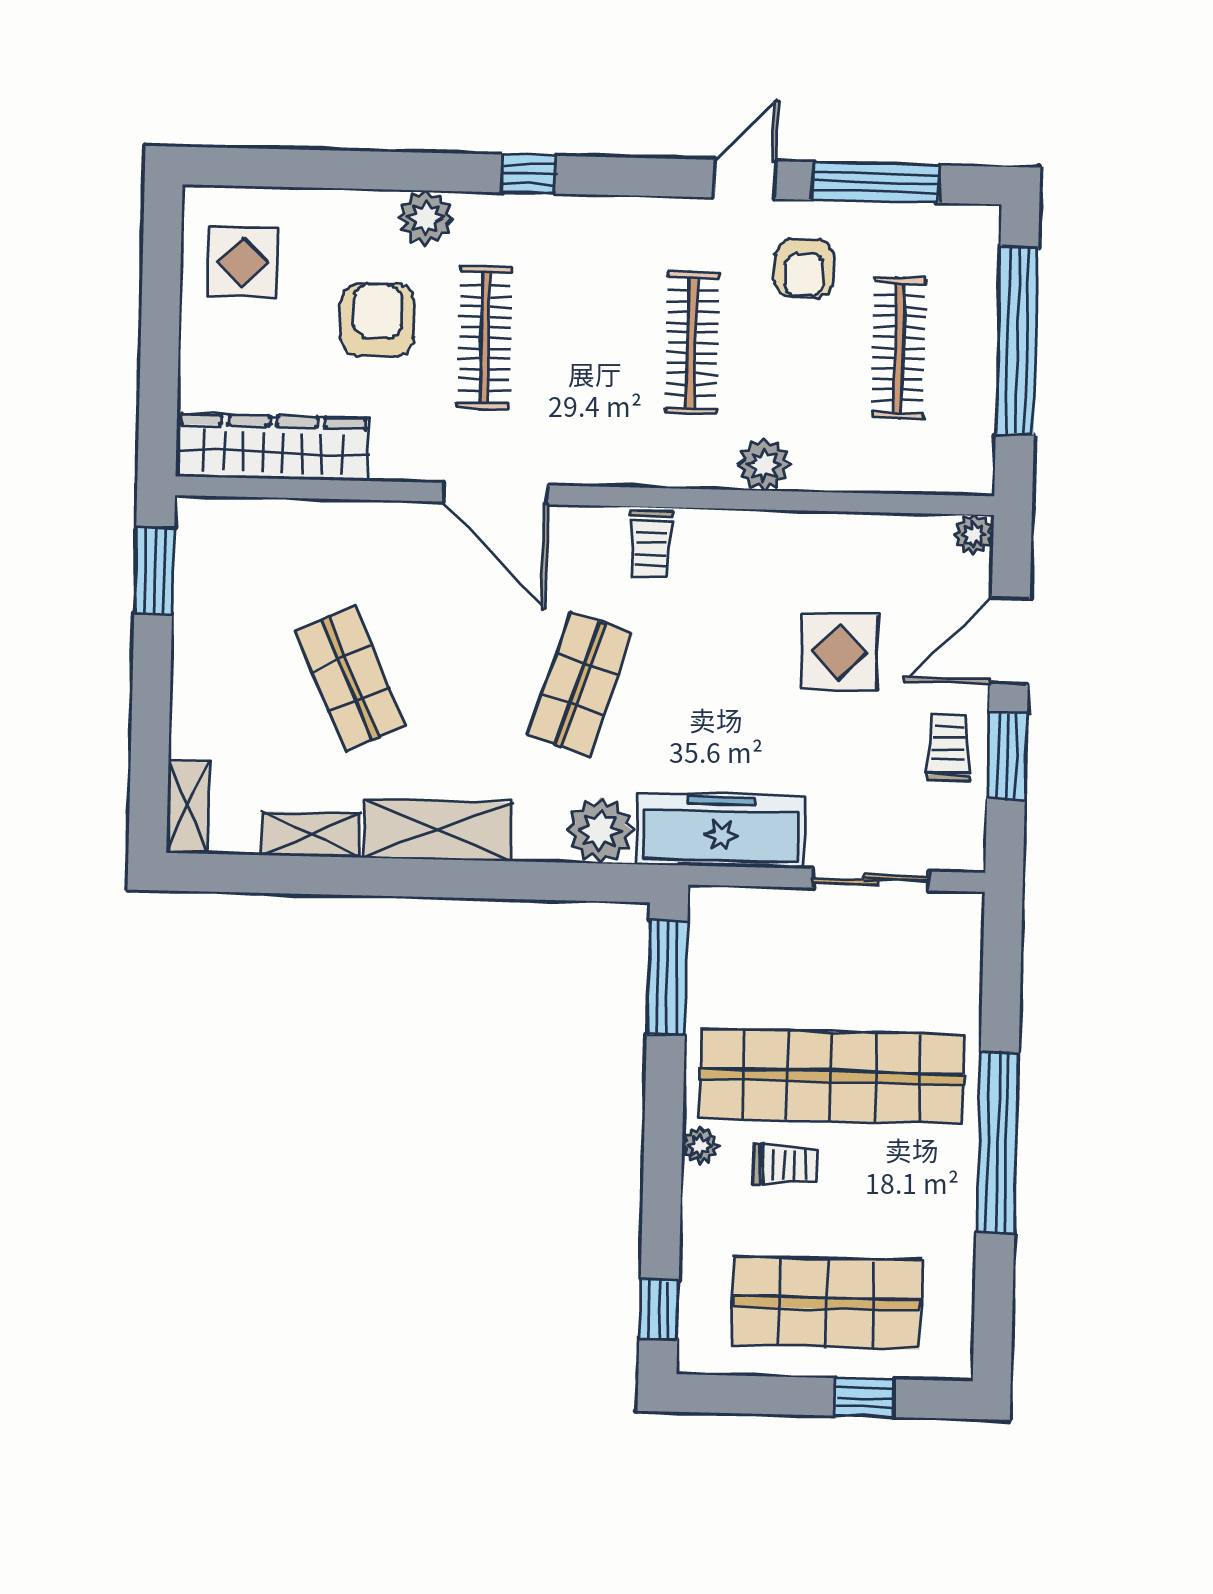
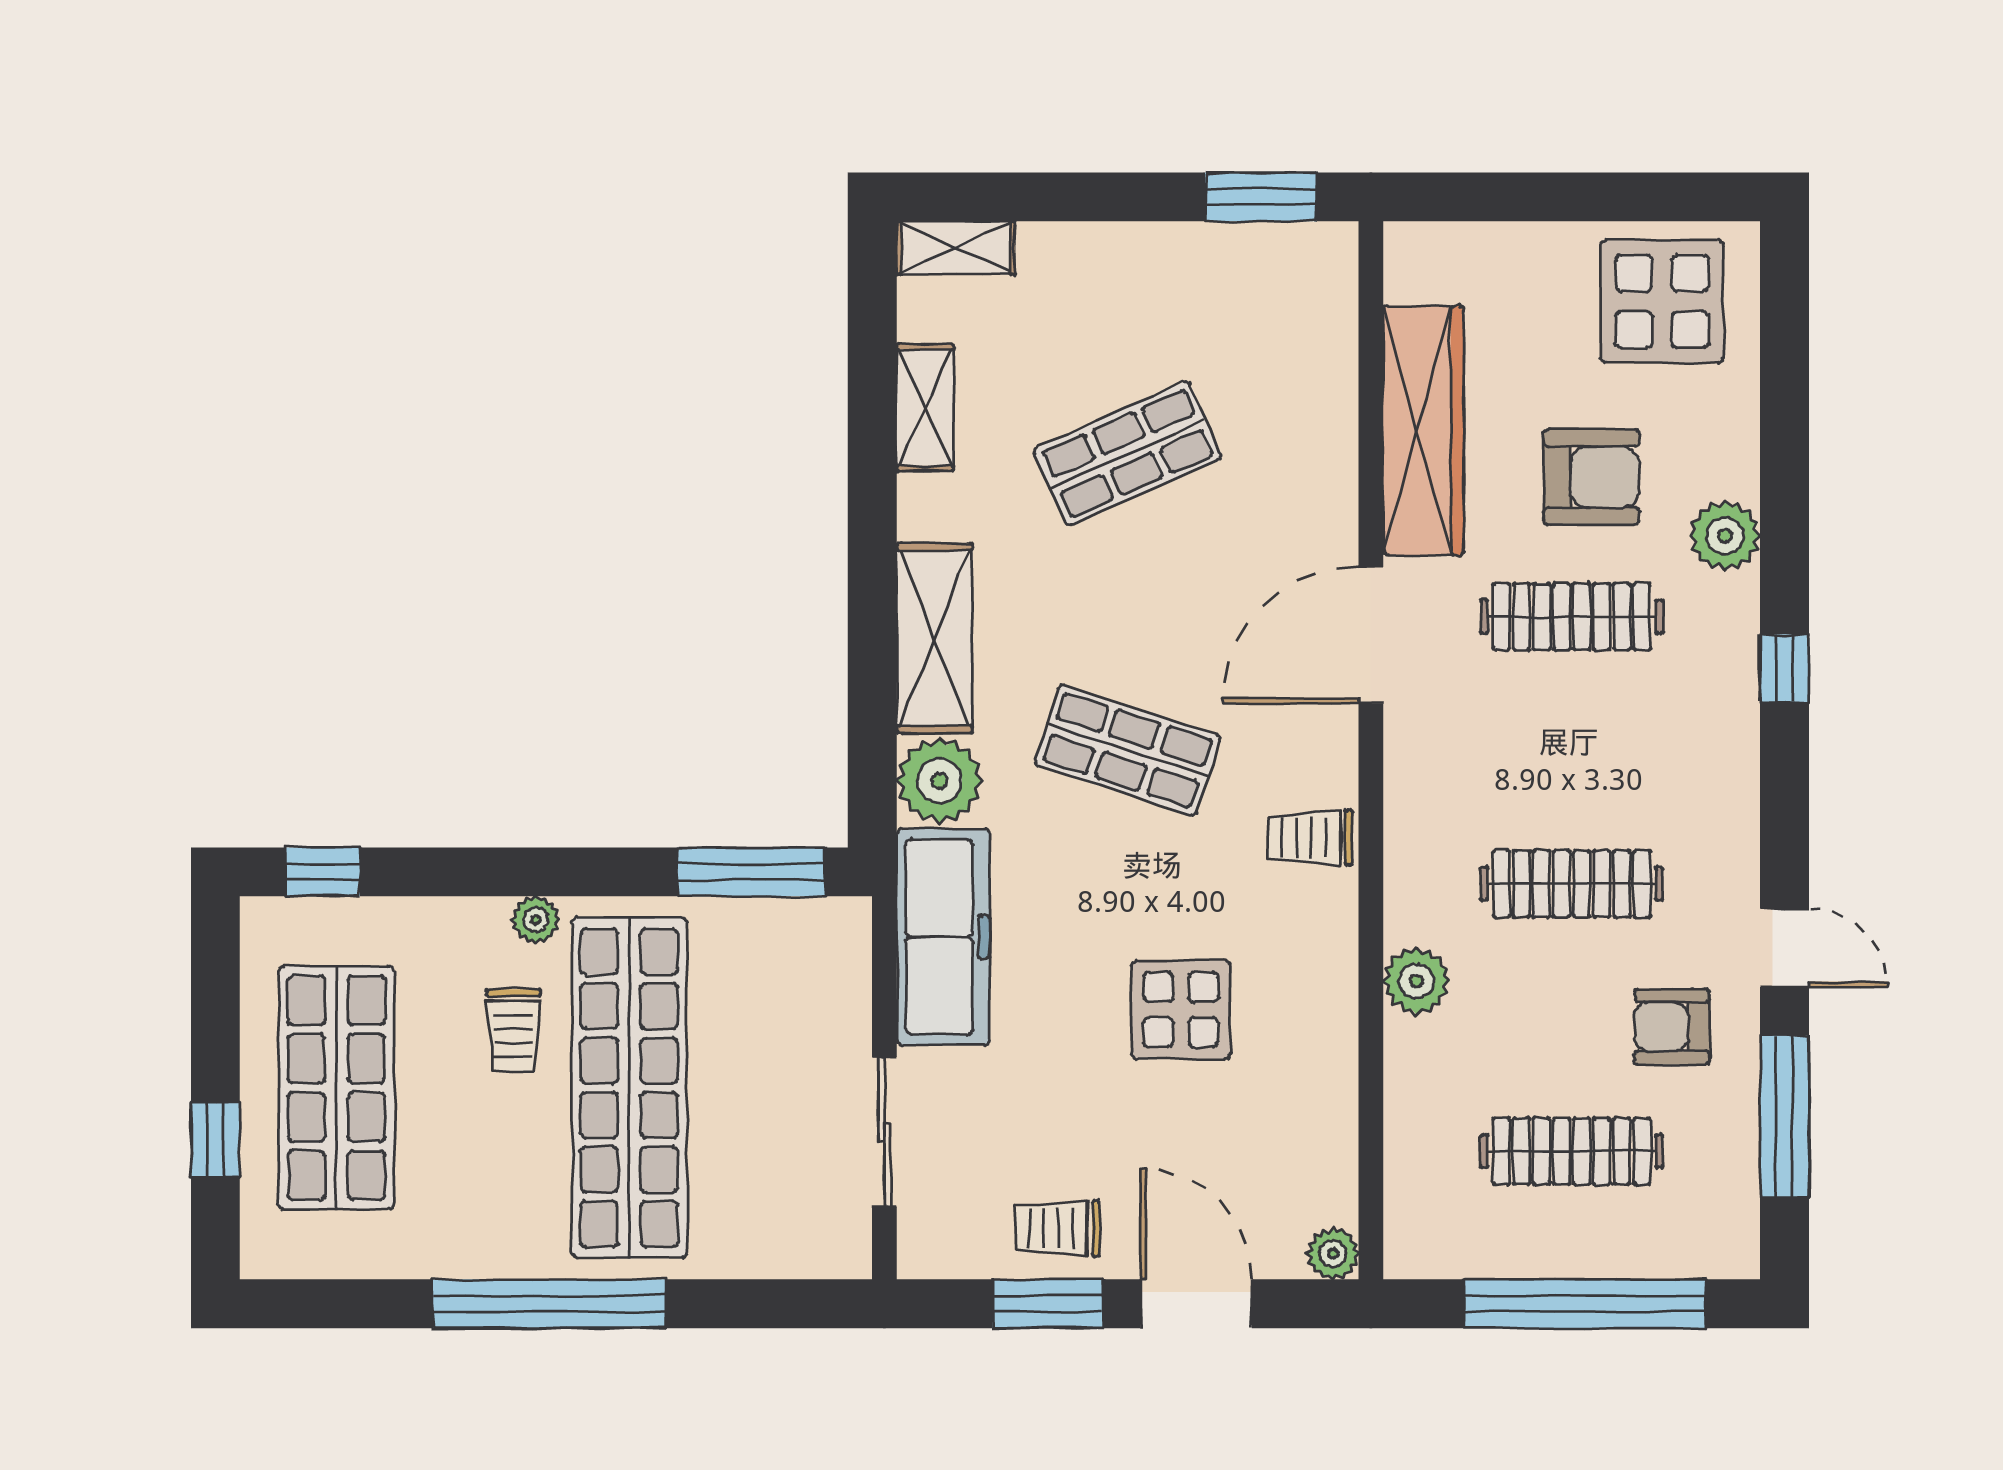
display table: (243, 262) -> (1662, 302), width x1.36, depth x1.36
wardrobe: (273, 447) -> (1423, 430), moved
display table: (839, 652) -> (1181, 1010), moved
trolley: (949, 748) -> (1057, 1228), turned 180
shelving: (437, 830) -> (934, 638), moved

